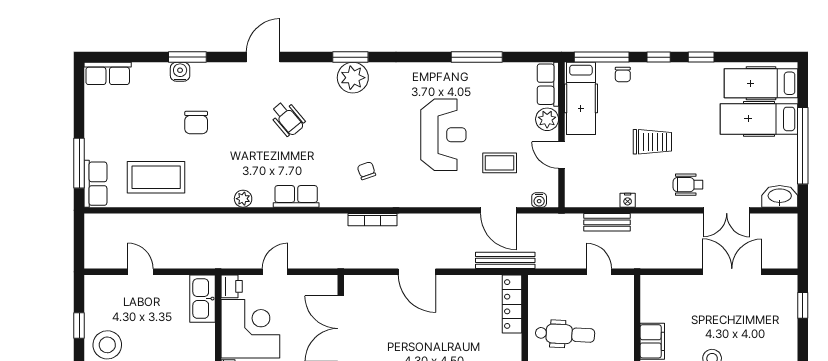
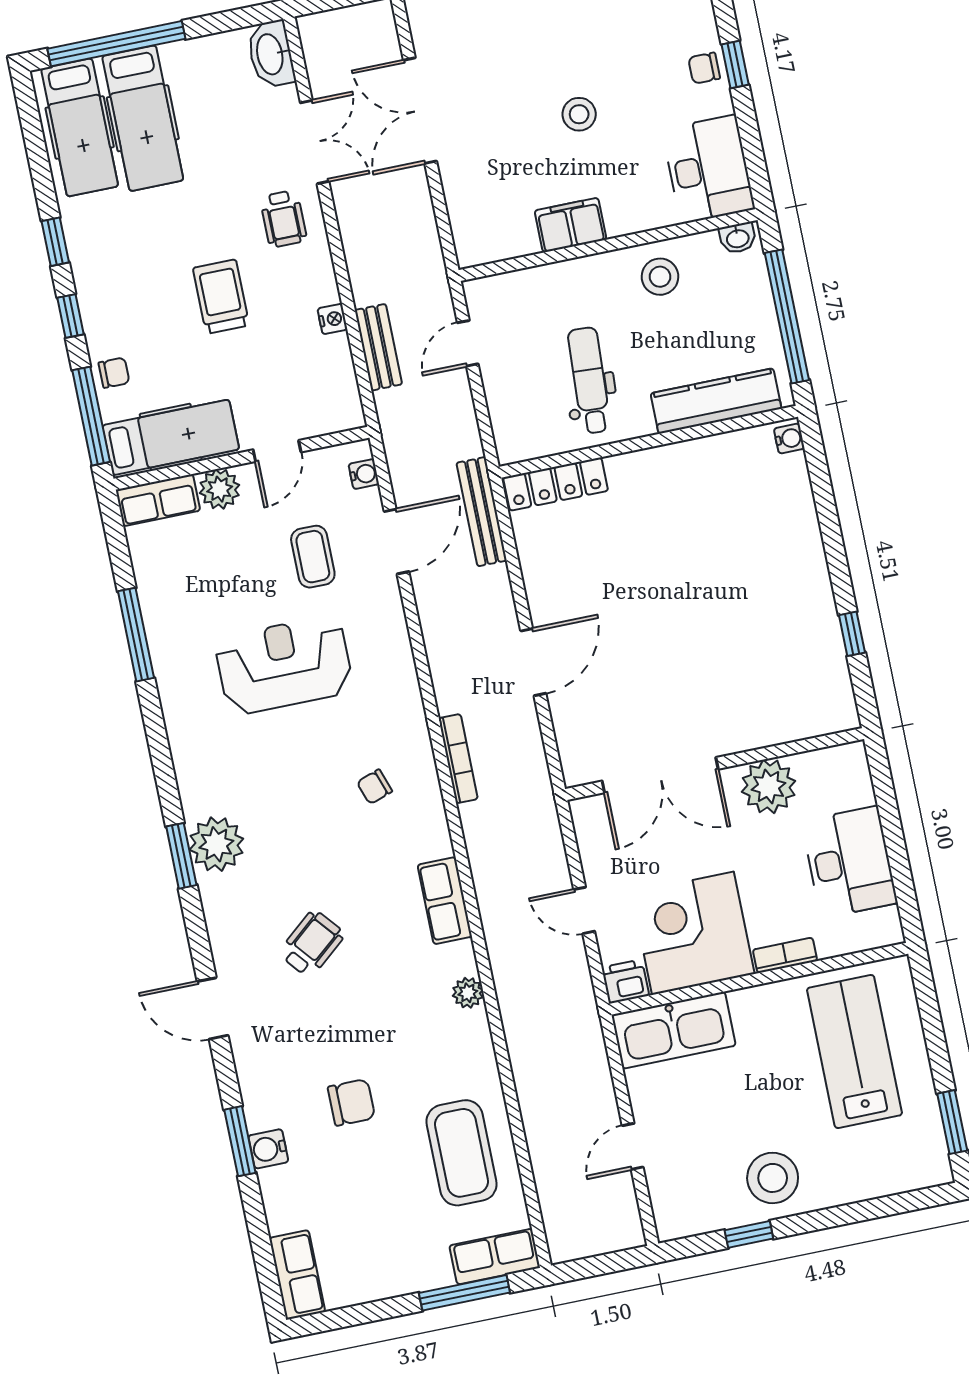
window: (803, 146) -> (116, 44), moved
kitchen sink: (202, 299) -> (673, 1030), width x1.36, depth x1.24

